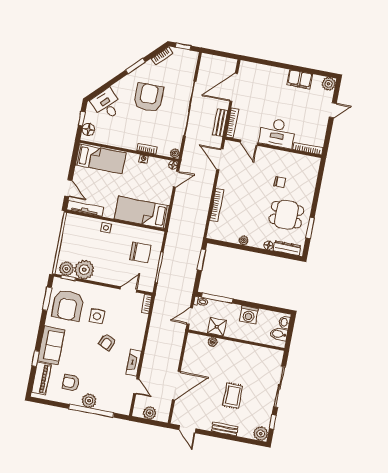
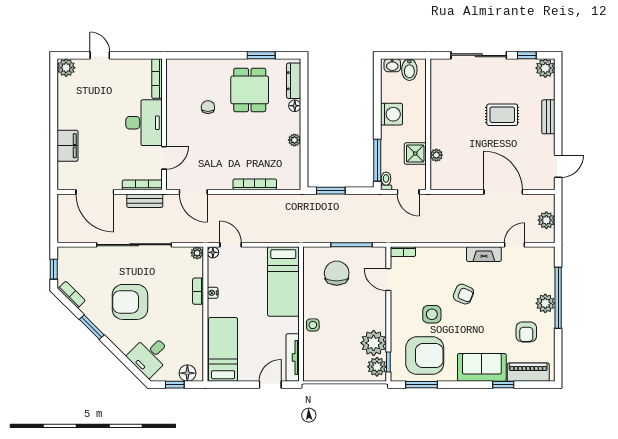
filing cabinet: (300, 79) -> (67, 146), moved
door: (220, 159) -> (193, 192), hinge flipped

